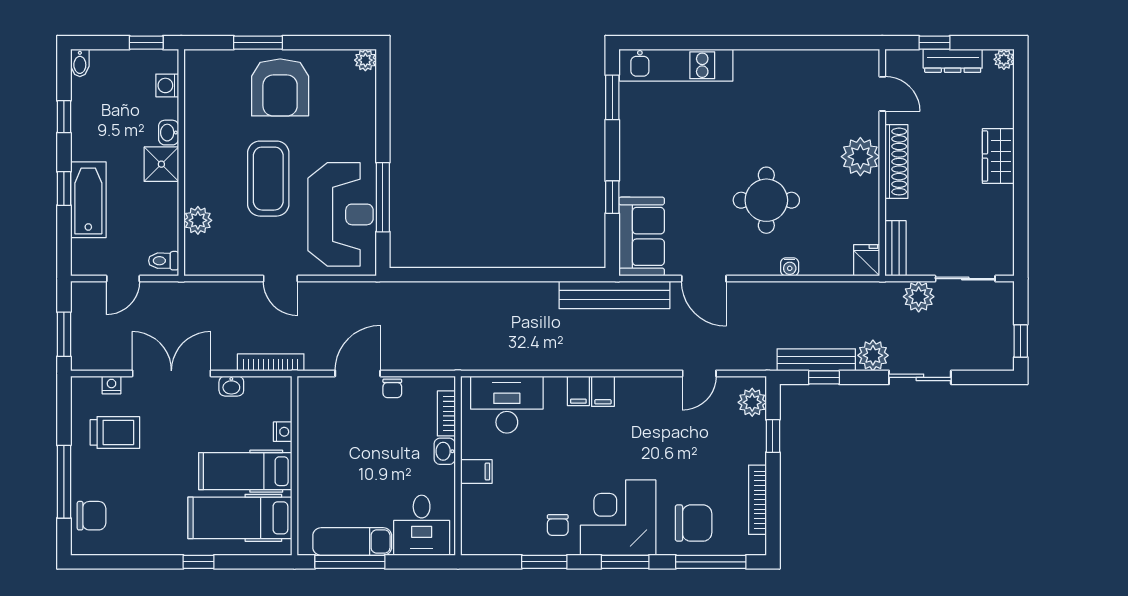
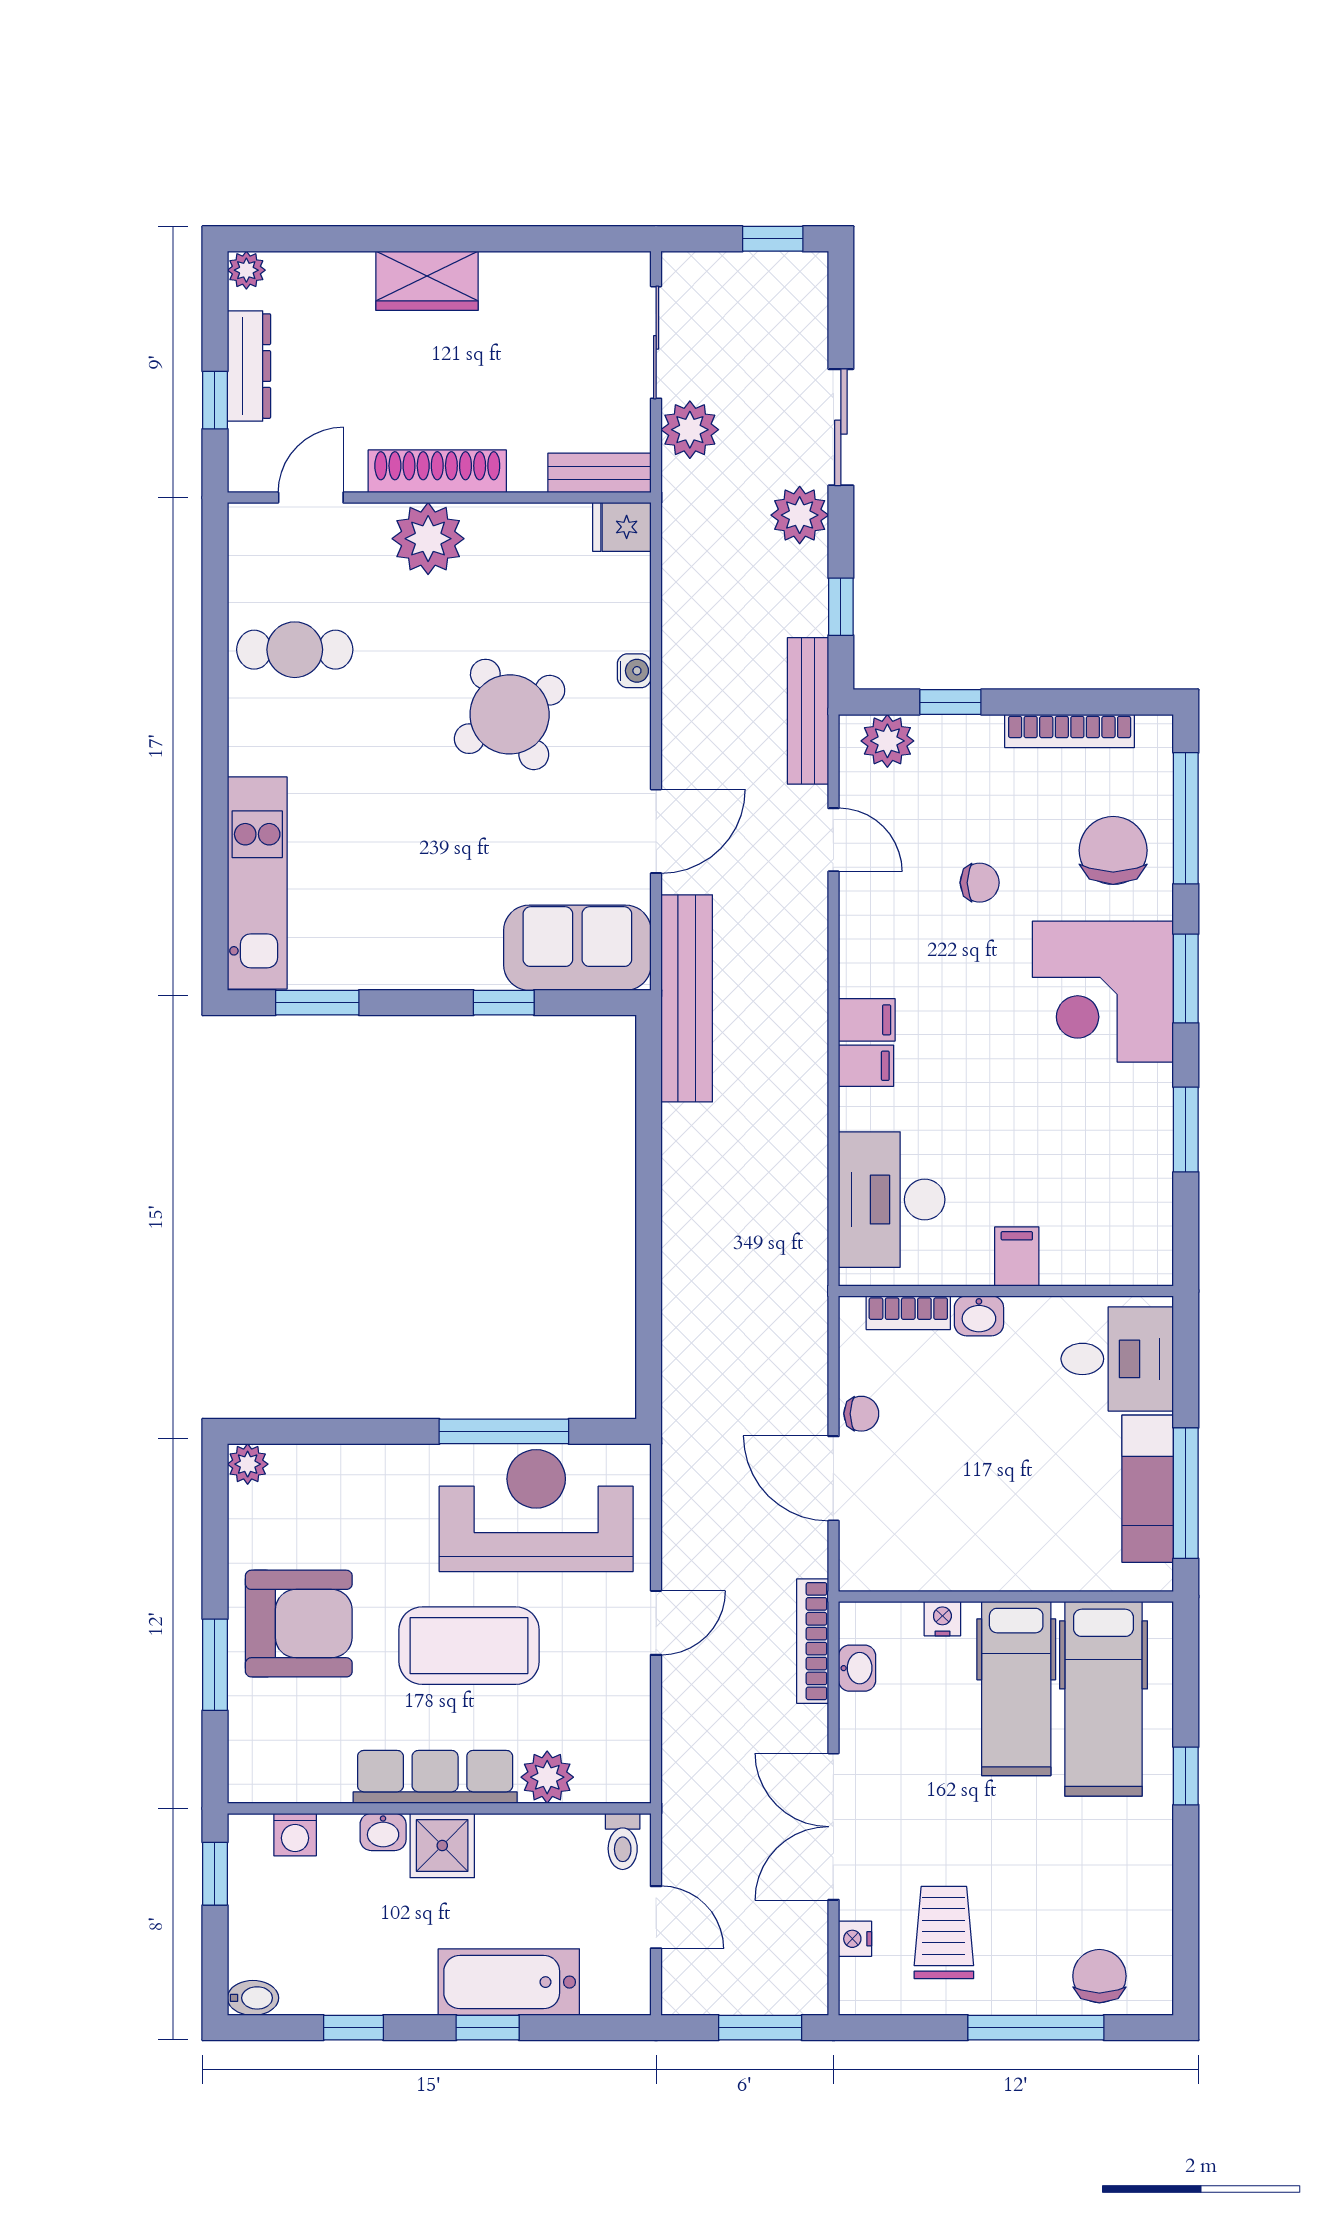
cafe table: (801, 85) -> (295, 650), added
row of seats: (198, 160) -> (435, 1777), added
round table: (766, 200) -> (510, 714), turned -31
bench: (816, 360) -> (808, 711), moved
washbasin: (231, 386) -> (857, 1668), moved
chair: (558, 525) -> (980, 883), moved

